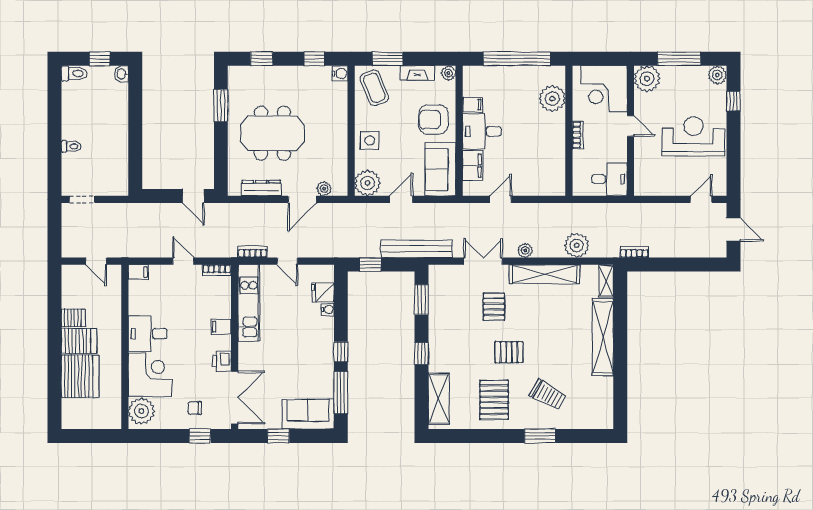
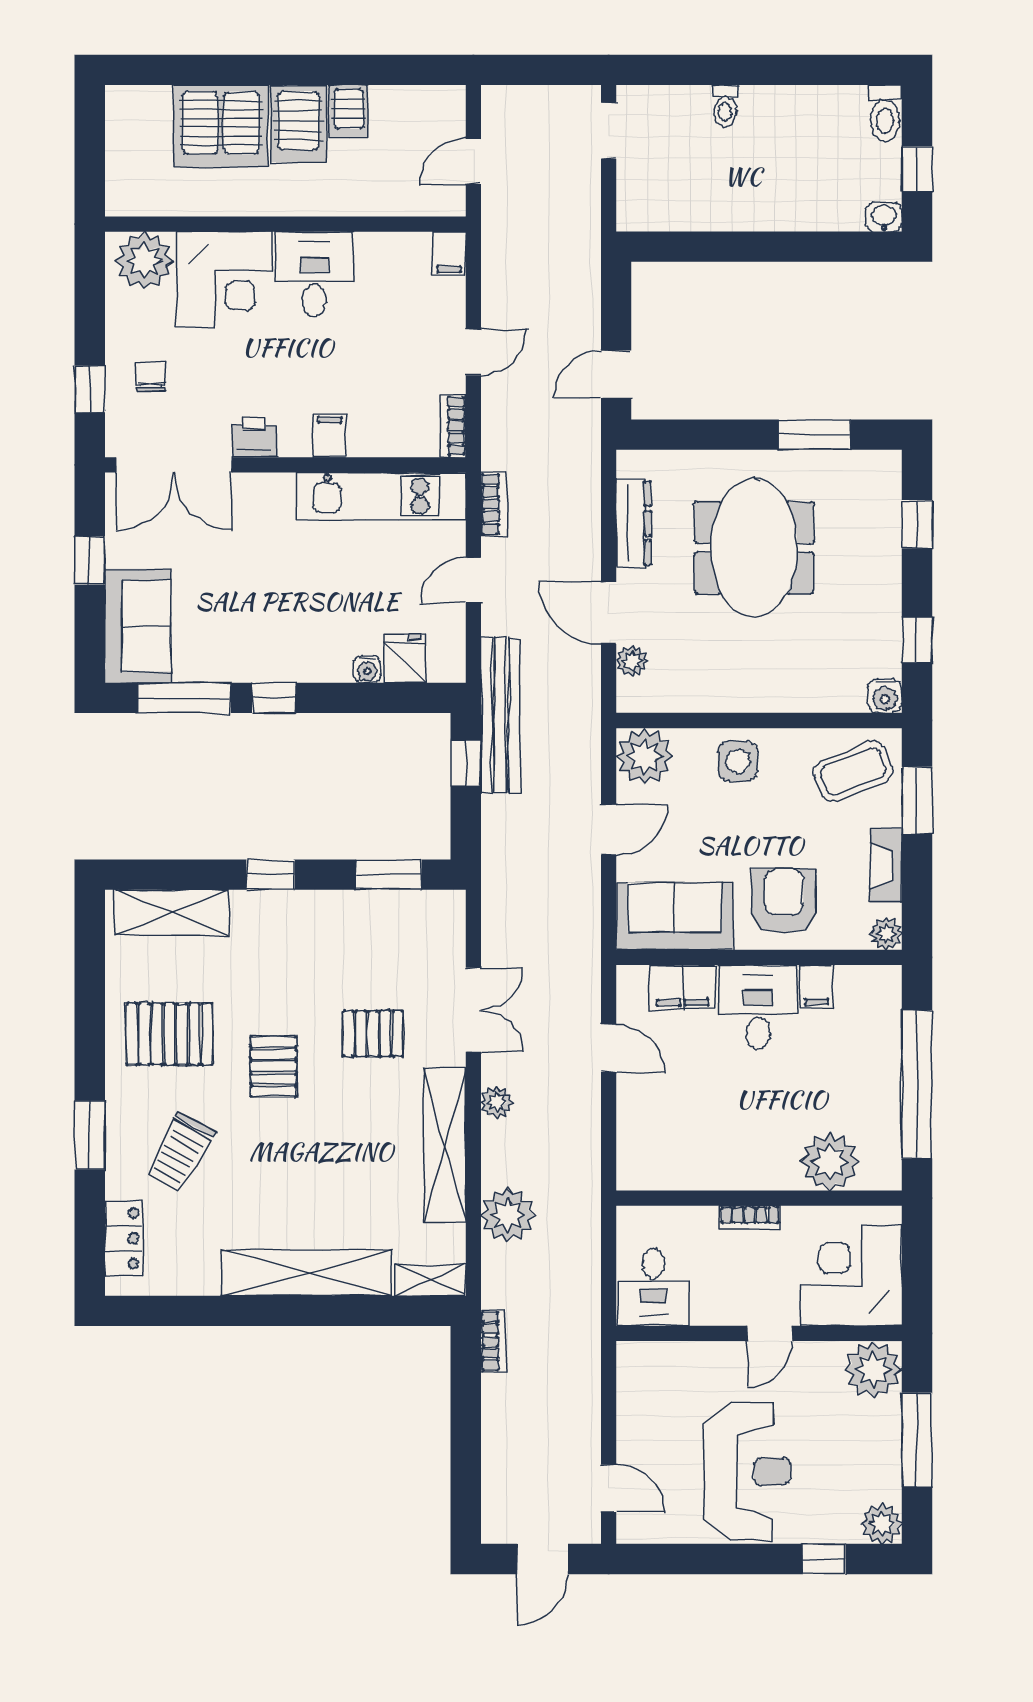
door: (401, 199) -> (609, 830), hinge flipped
bench: (417, 249) -> (500, 715), moved
locker: (587, 420) -> (124, 1238), added

